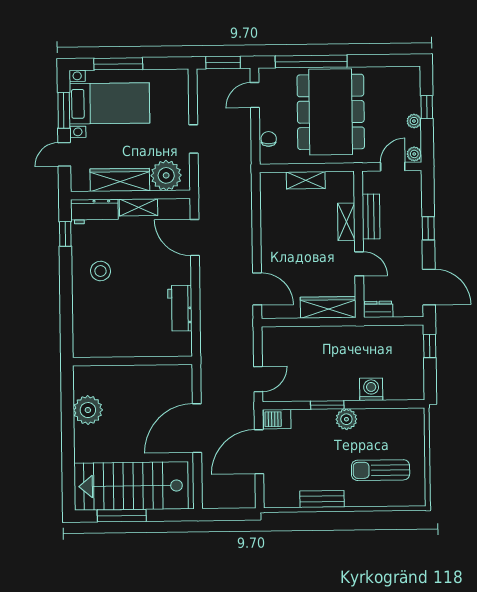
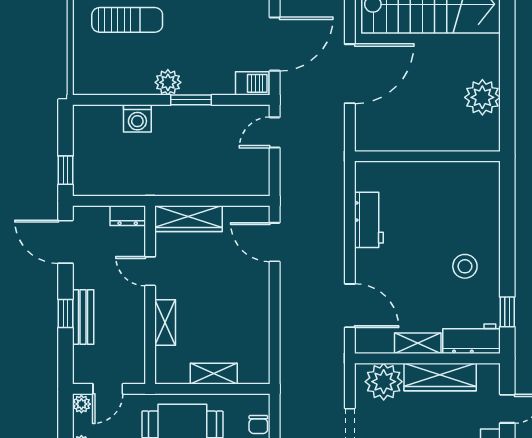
bench: (371, 217) -> (83, 317), moved

